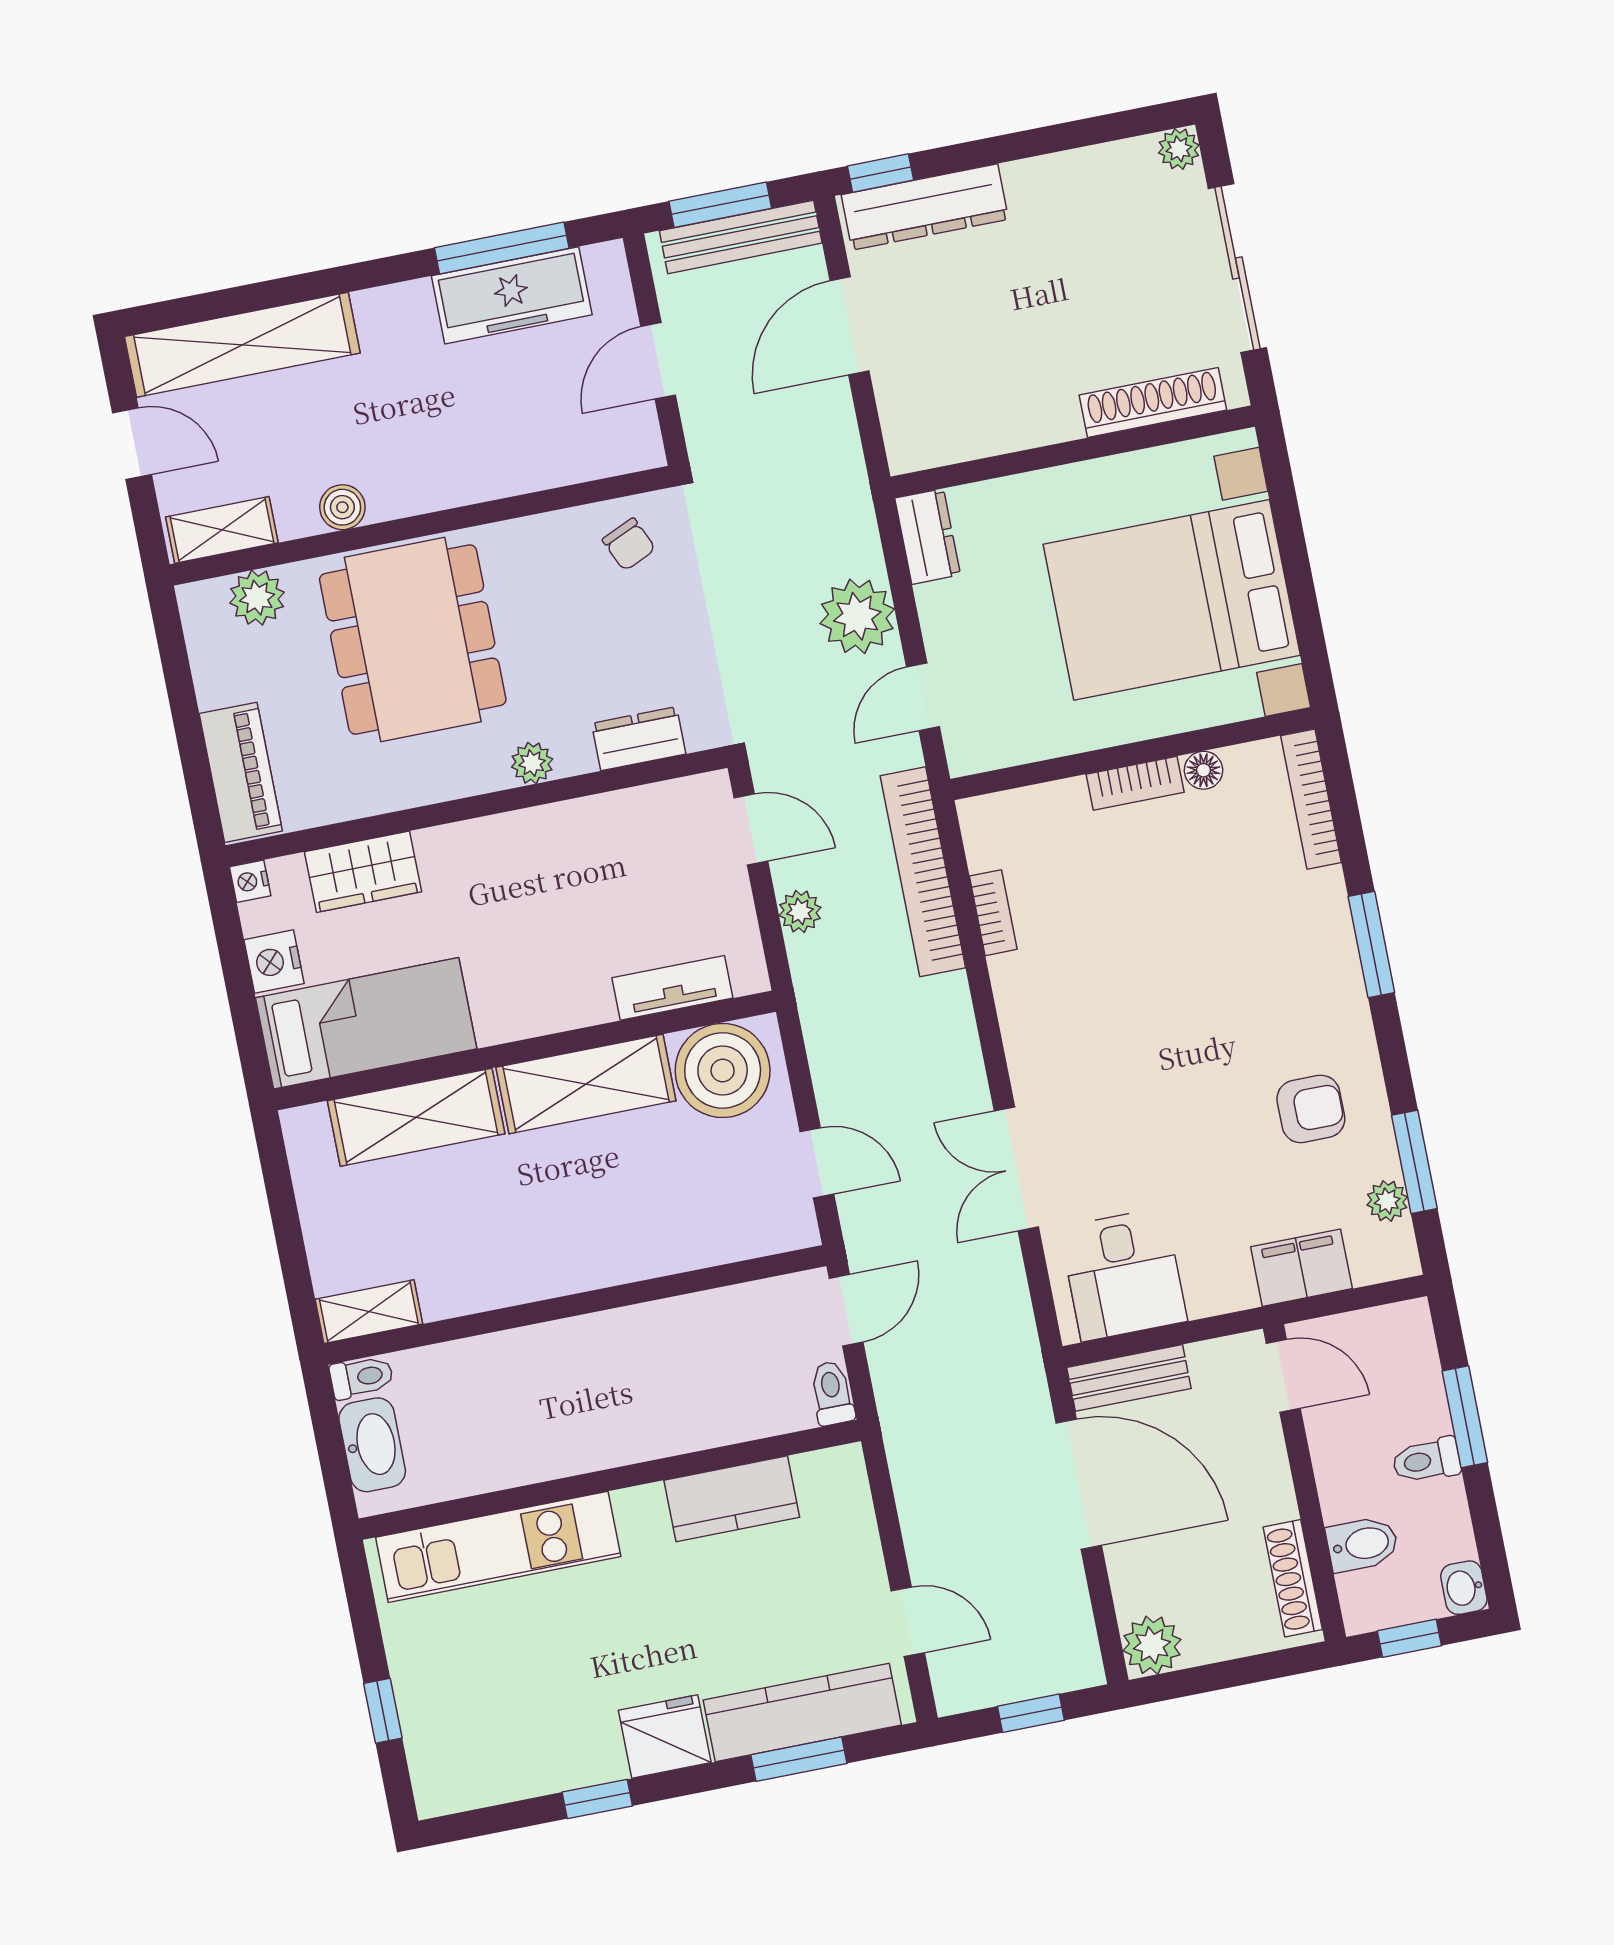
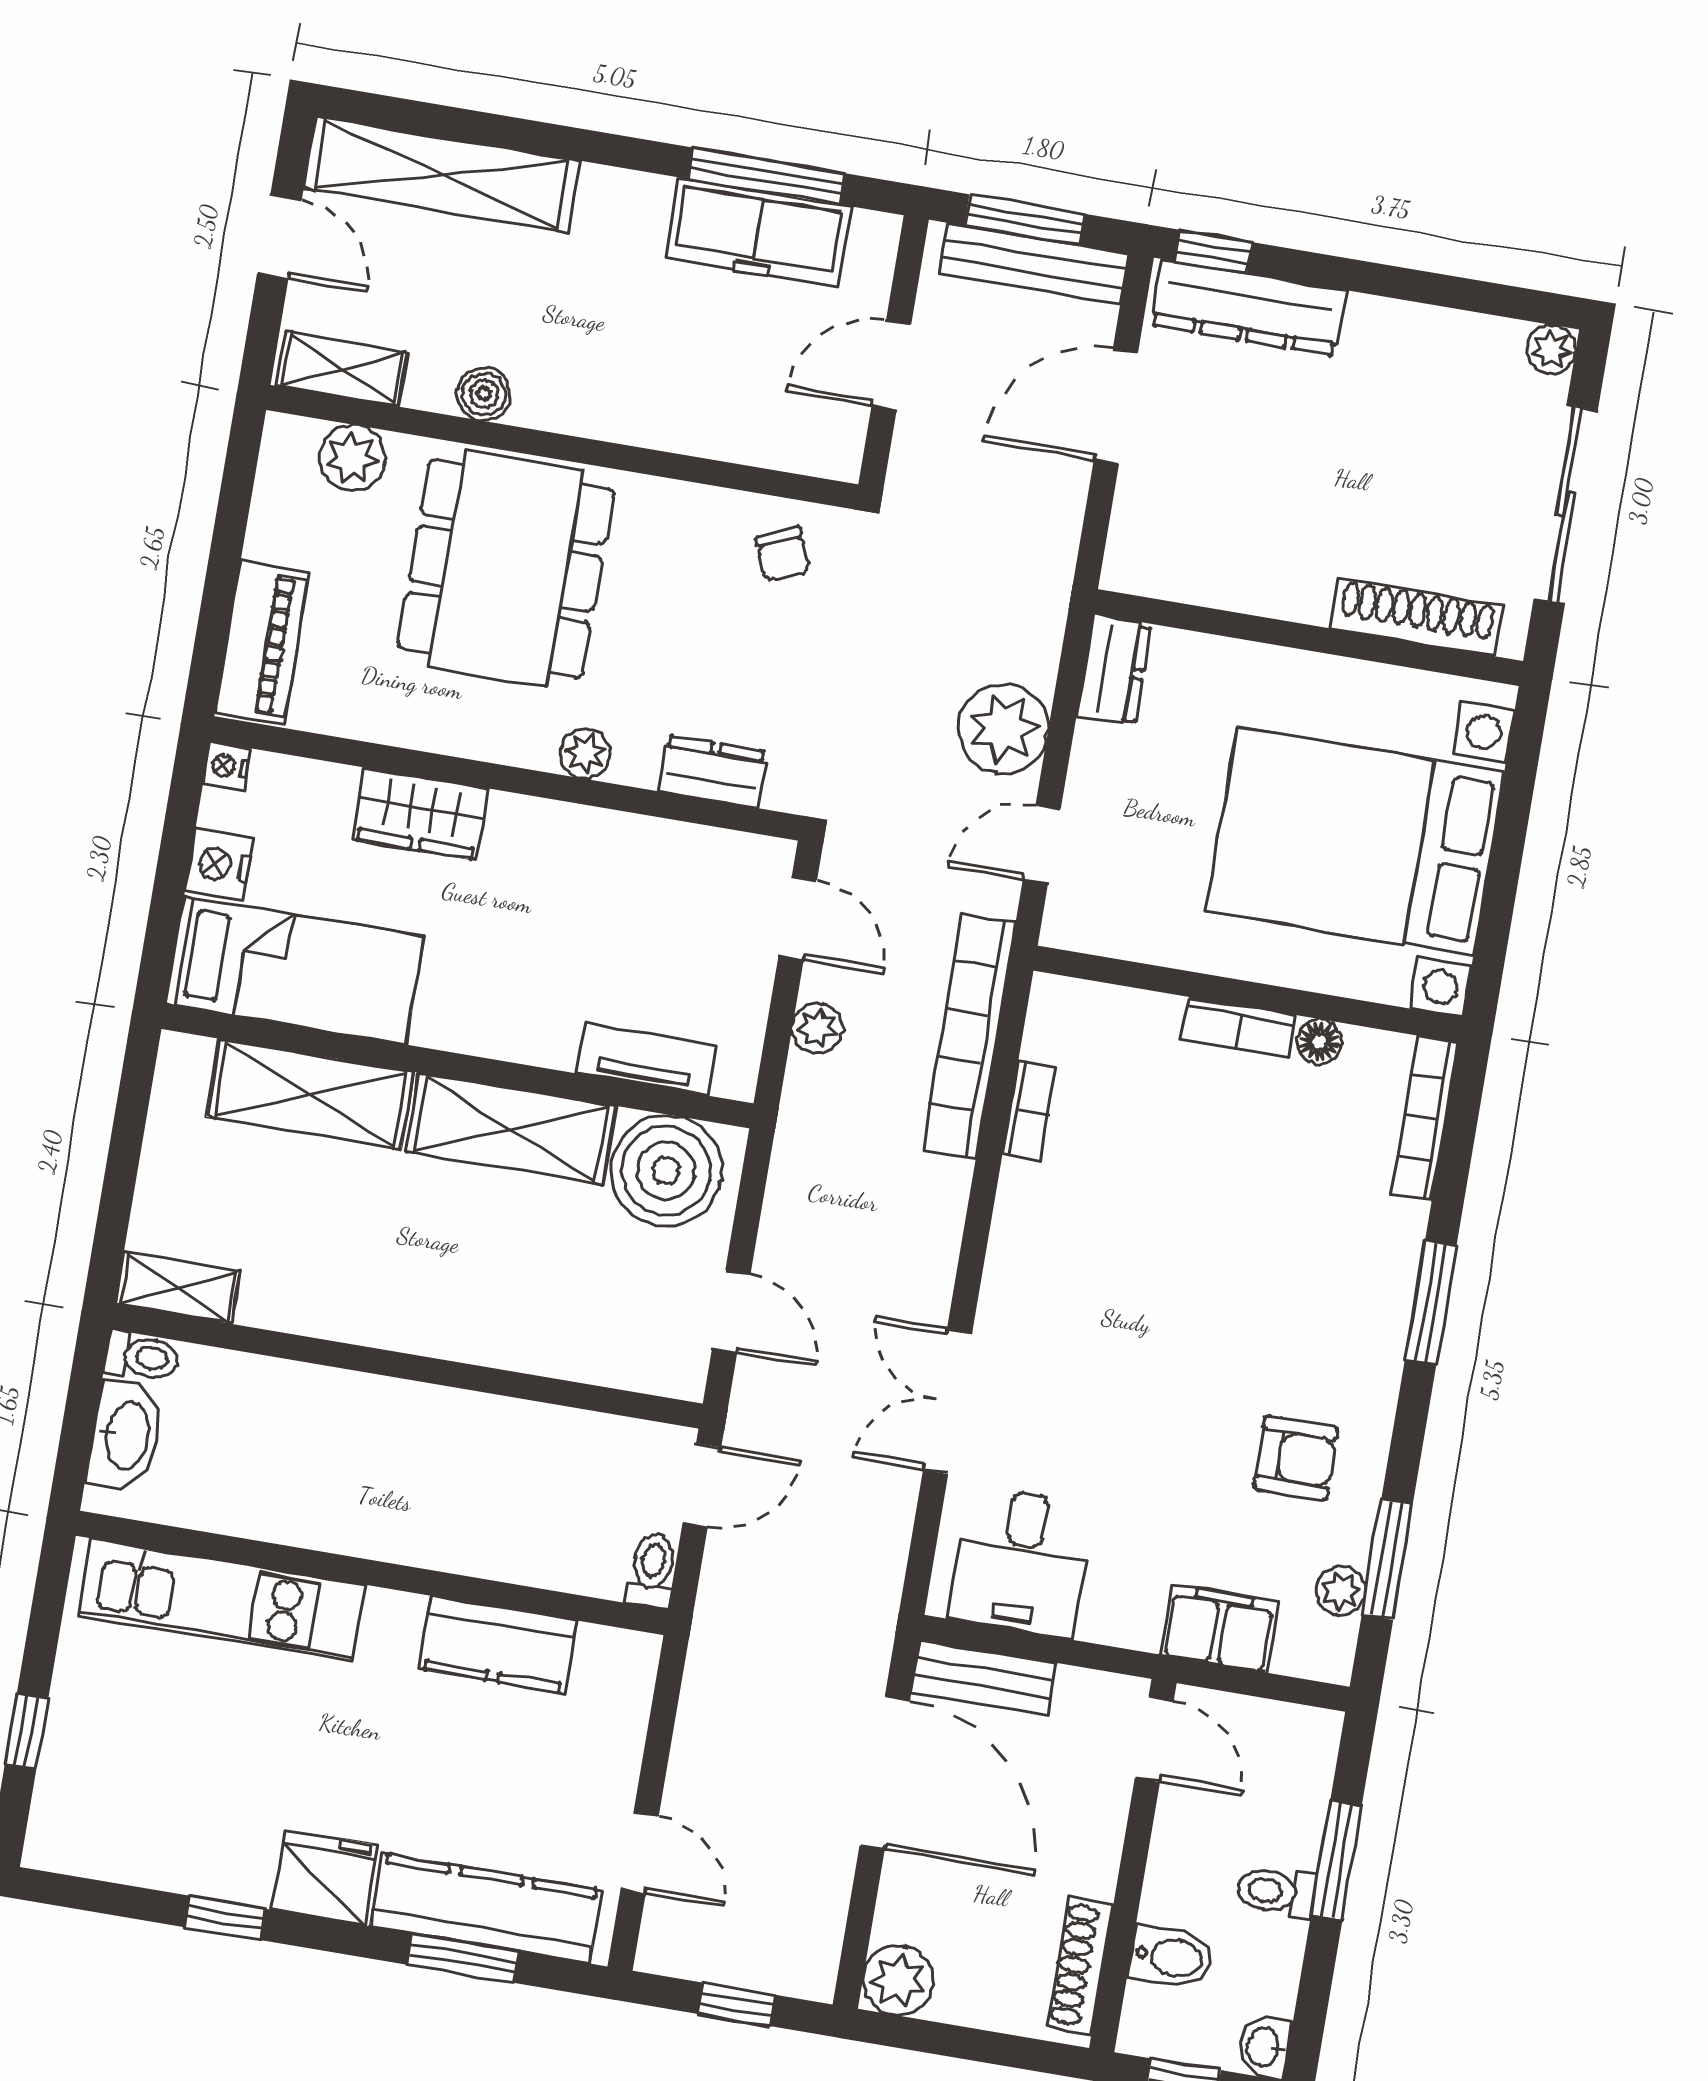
wardrobe: (363, 872) -> (420, 814), moved

